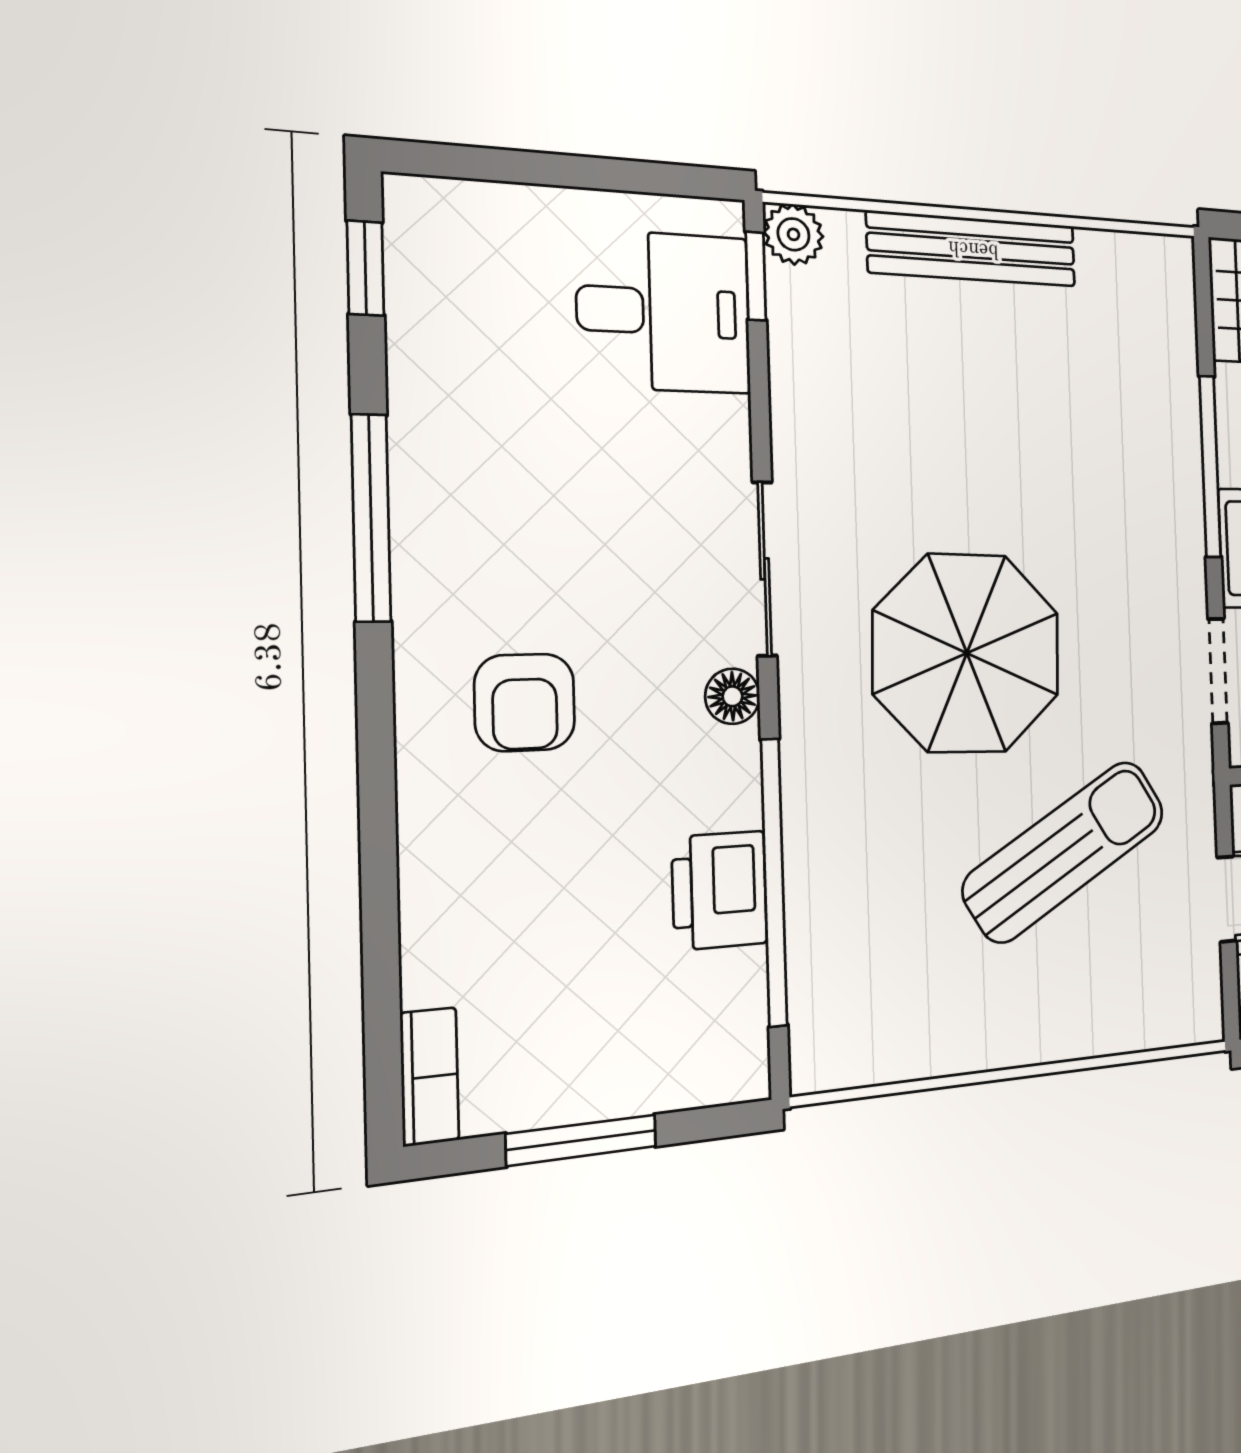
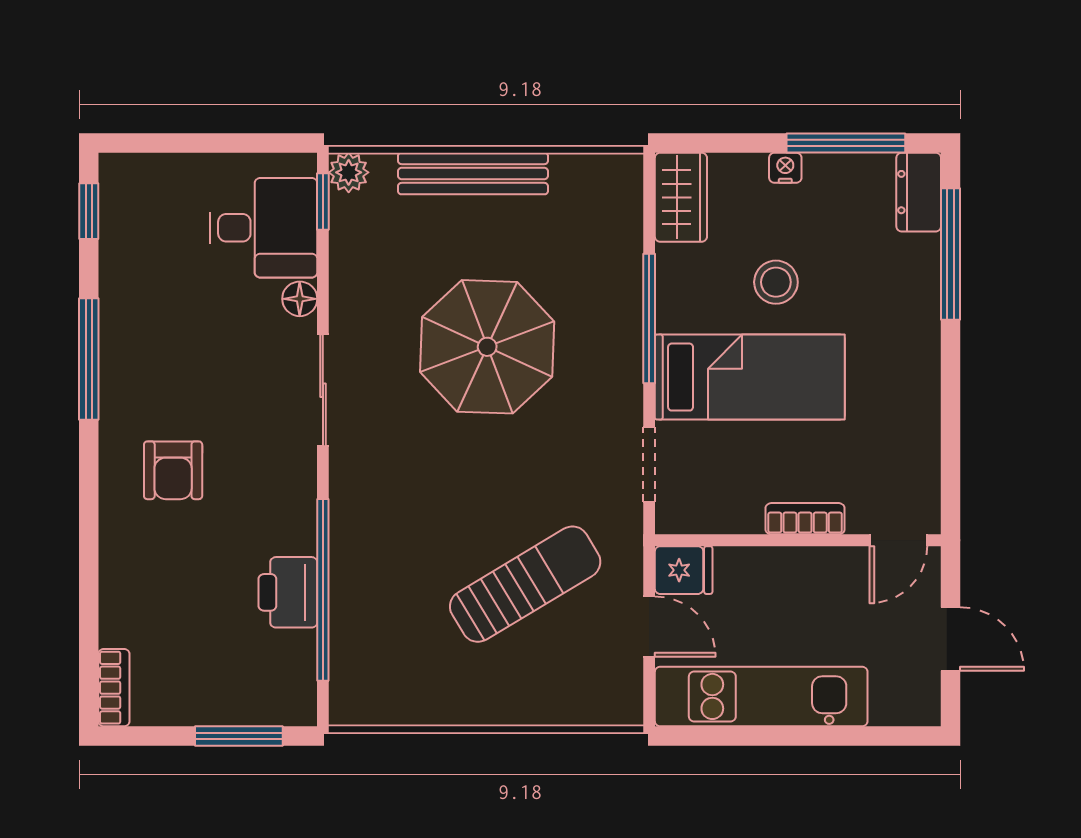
parasol: (967, 653) -> (487, 347), moved
floor lamp: (732, 696) -> (300, 299), moved
window: (582, 1140) -> (239, 736), moved

